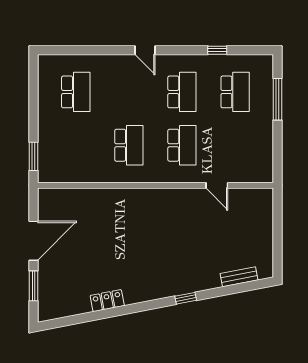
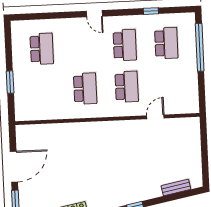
window: (277, 99) -> (200, 47), width x1.46
window: (33, 156) -> (10, 82), moved
door: (217, 185) -> (155, 117), swing flipped

